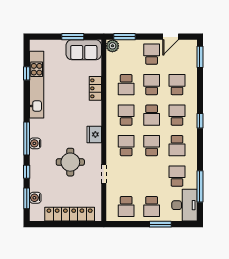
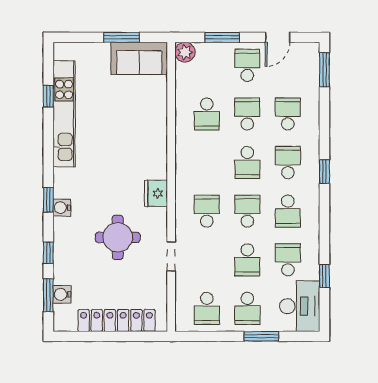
window: (125, 37) -> (222, 37), moved
locker: (95, 88) -> (158, 120), removed
school desk: (126, 115) -> (247, 260), moved, turned 180
window: (27, 138) -> (48, 200), width x0.46
window: (200, 186) -> (324, 276), width x0.46

